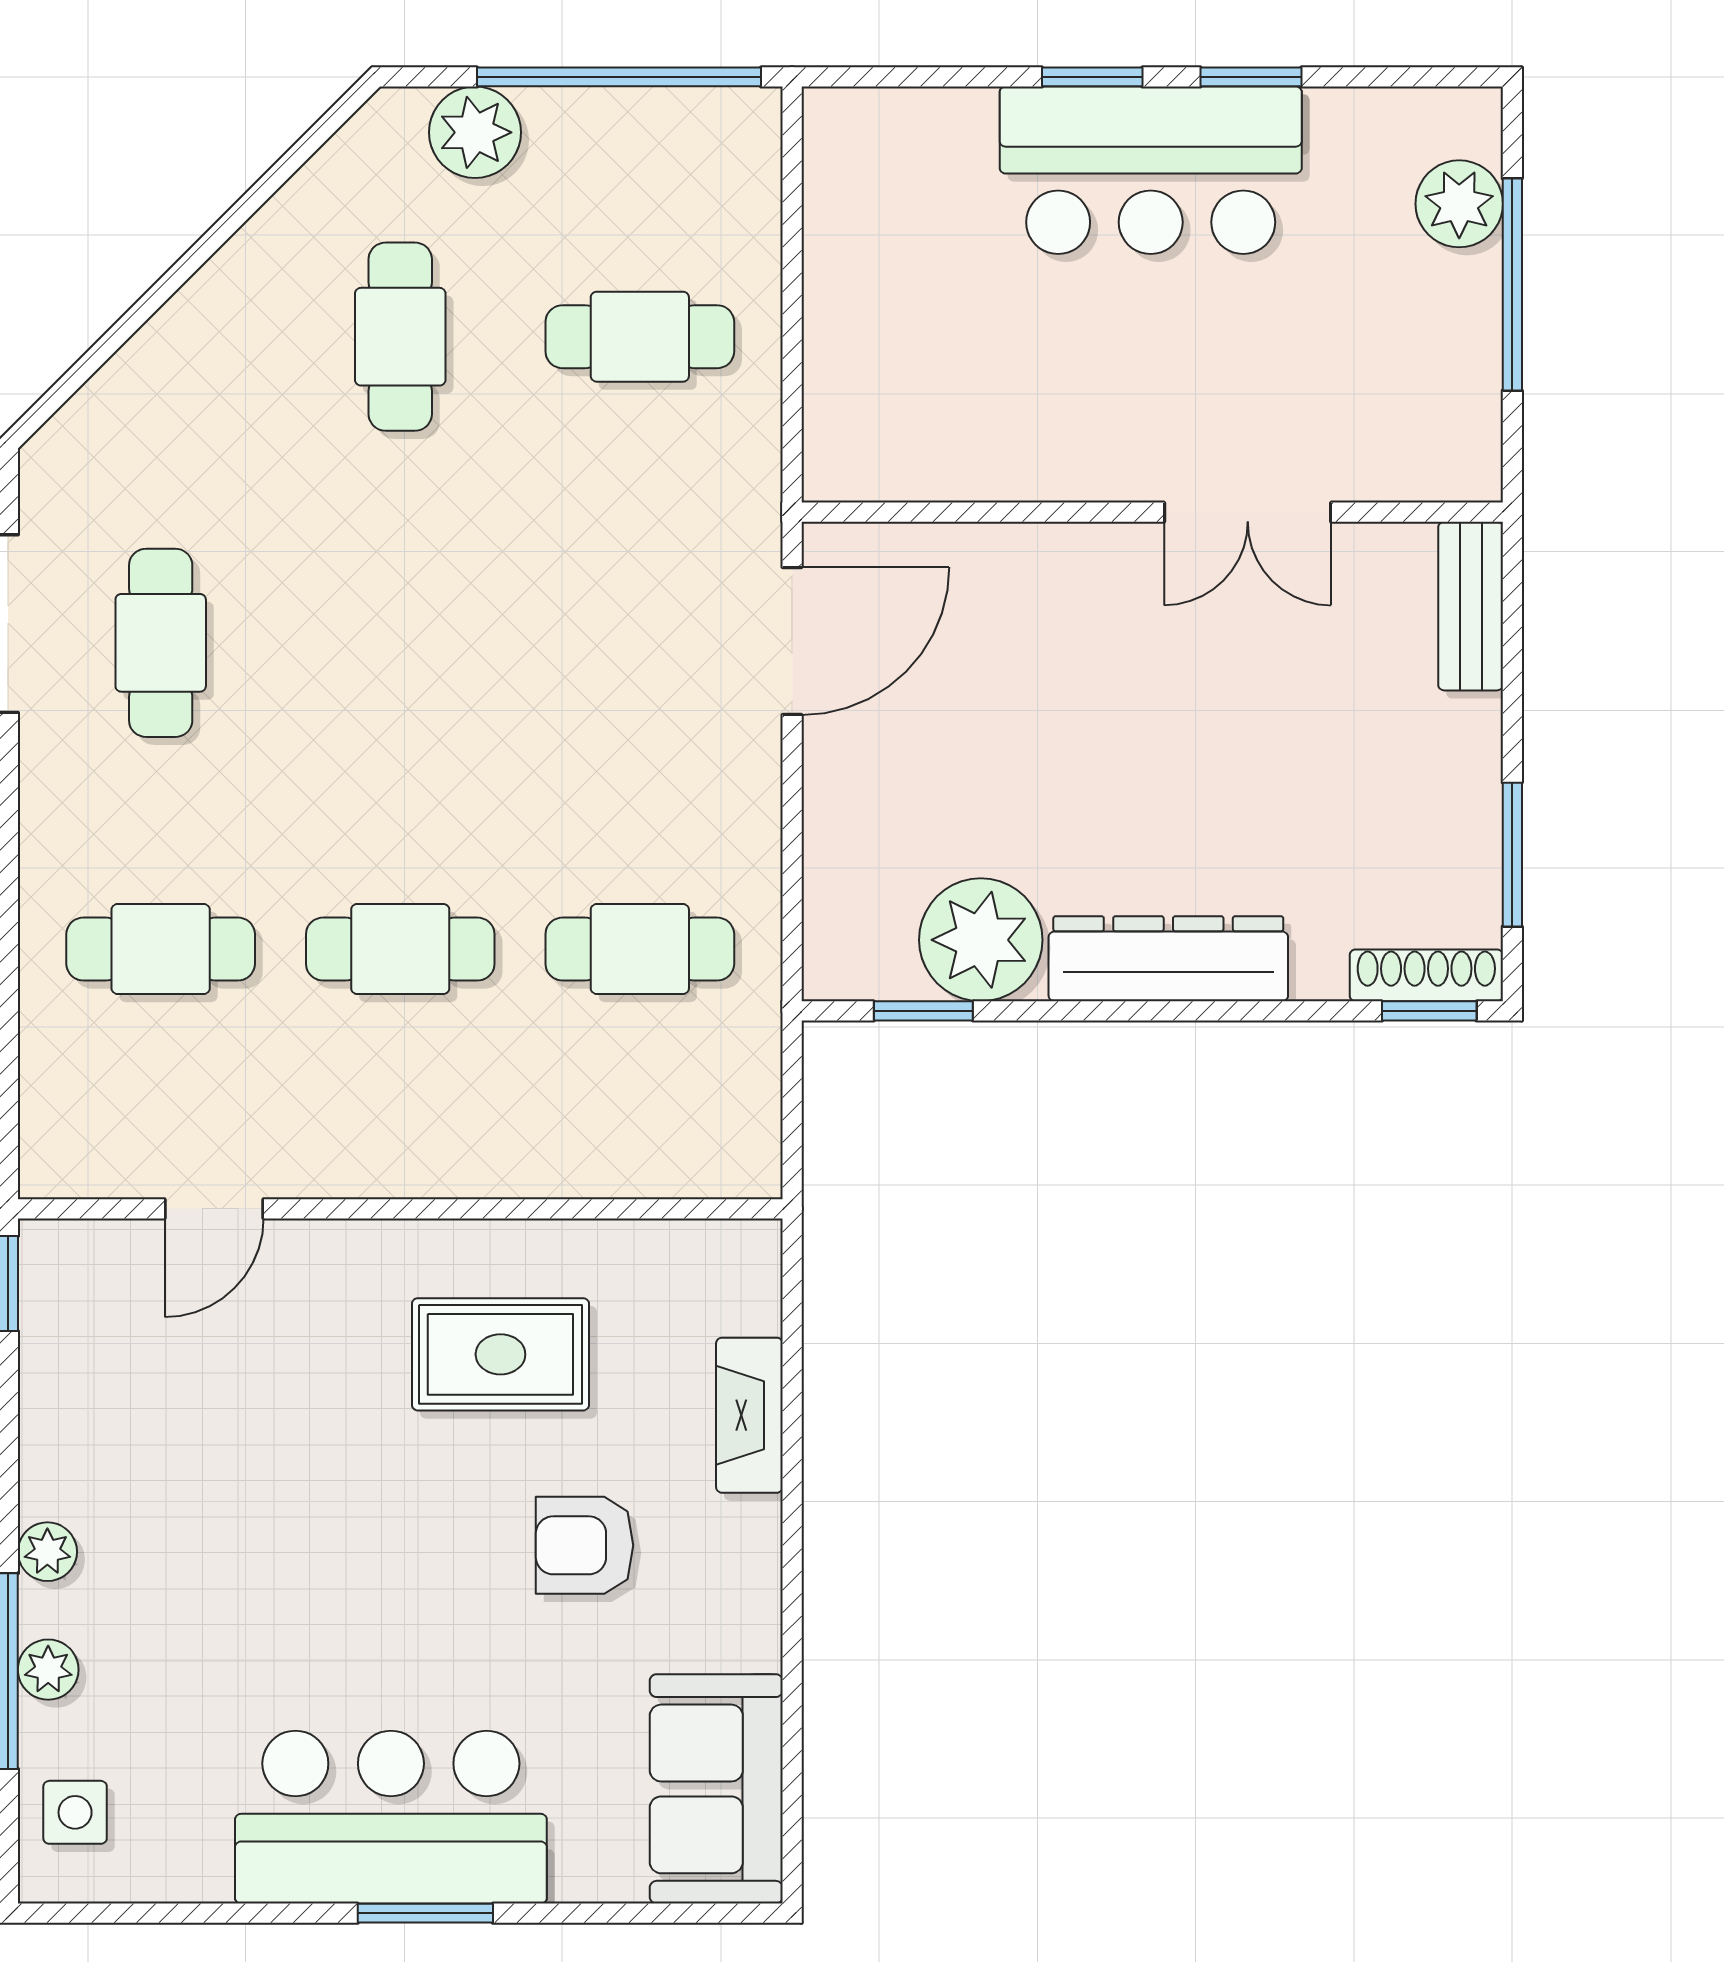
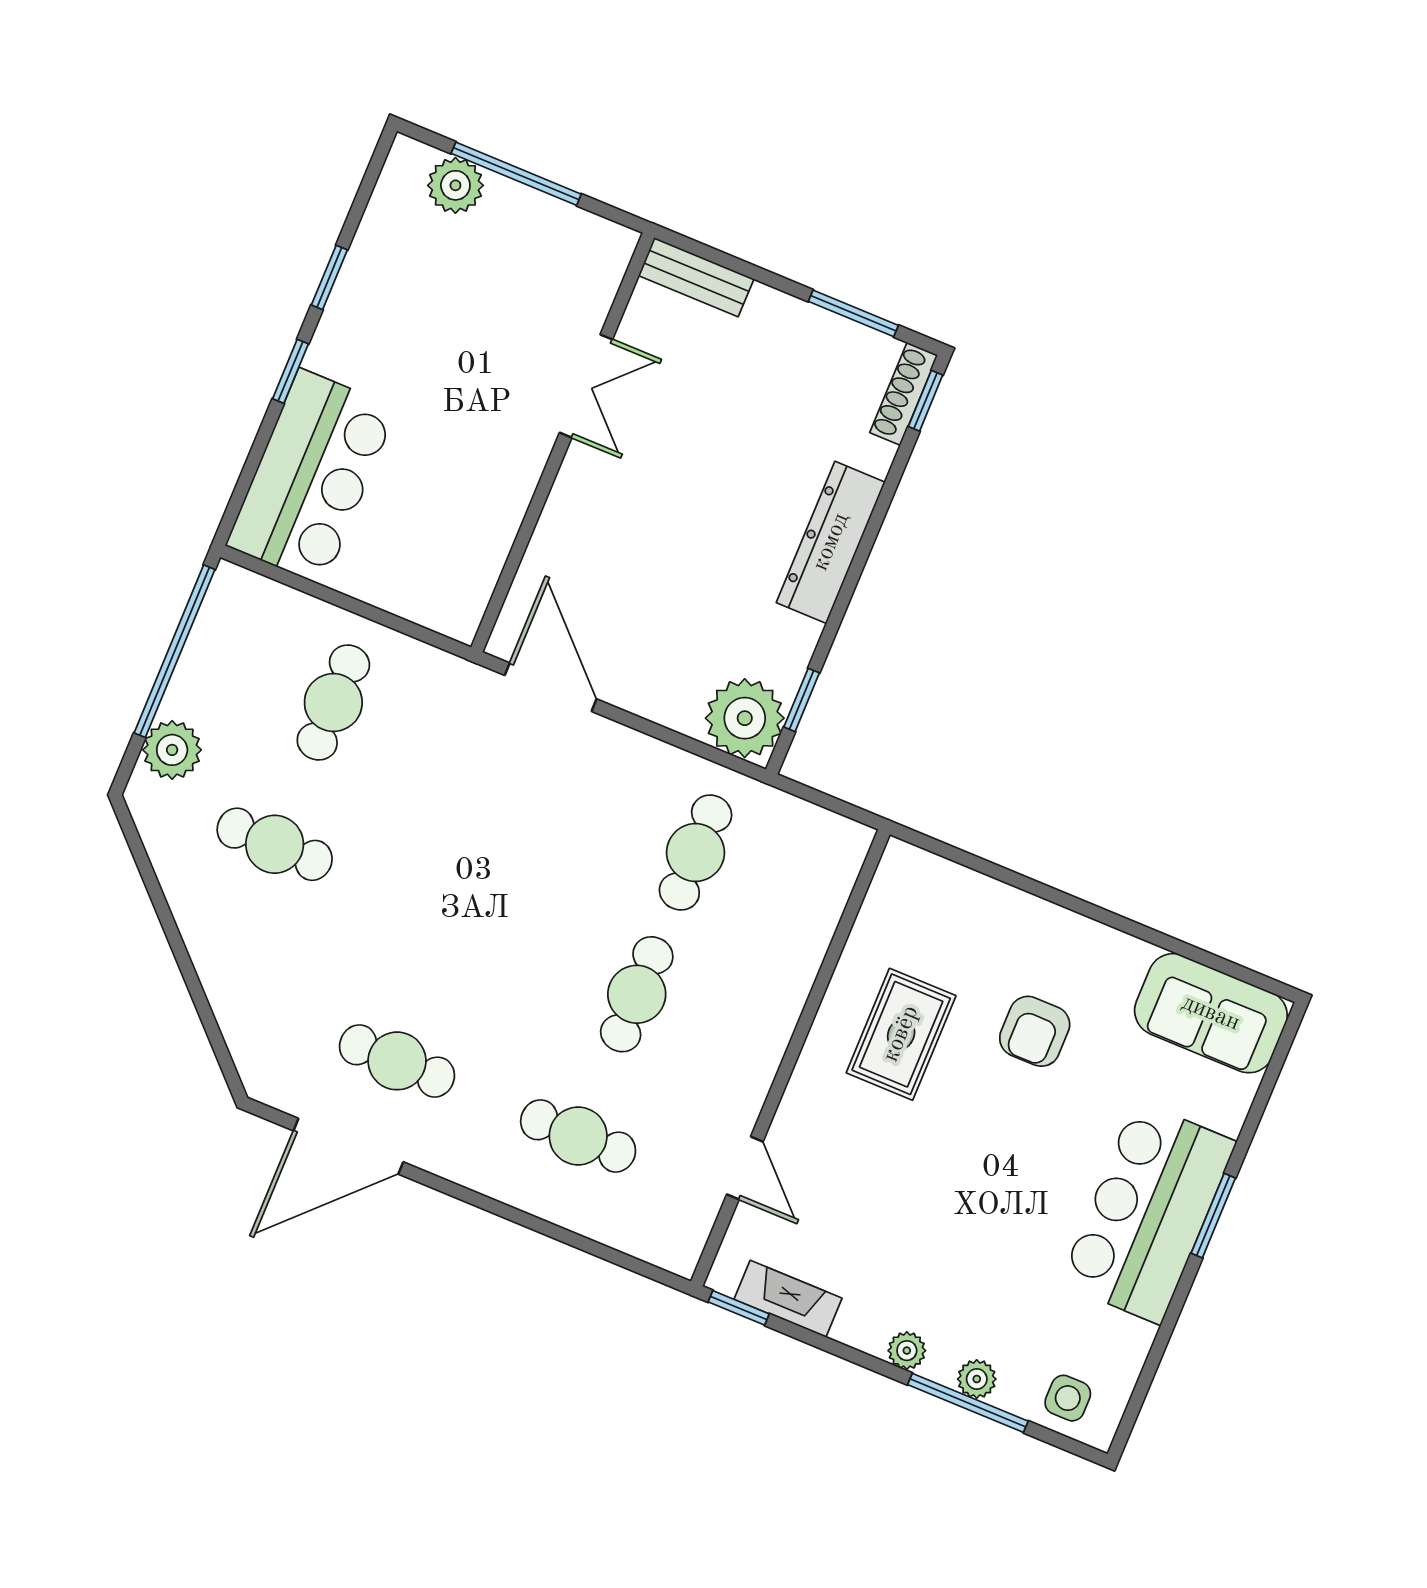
bar counter: (1151, 170) -> (311, 477), moved
plant: (981, 940) -> (745, 718), moved
cafe table: (161, 949) -> (578, 1136), turned 90
fireplace: (749, 1415) -> (788, 1299), moved, turned 180

